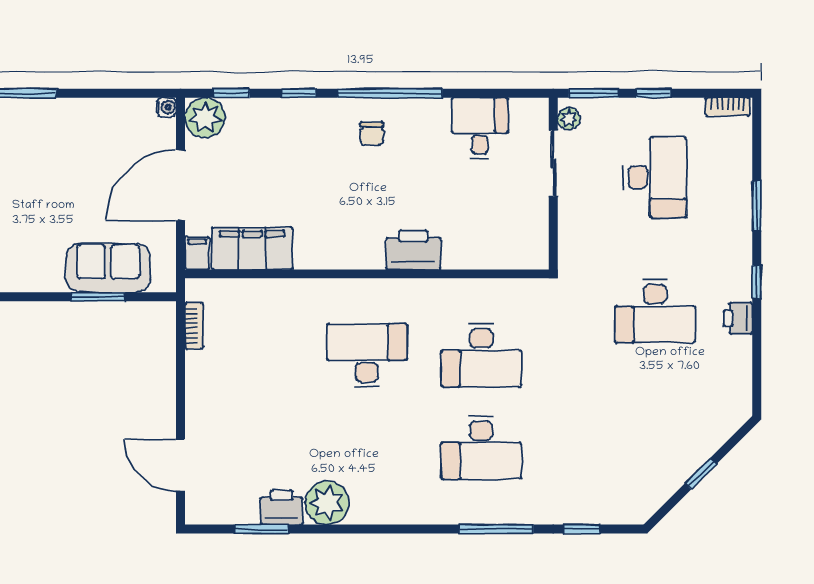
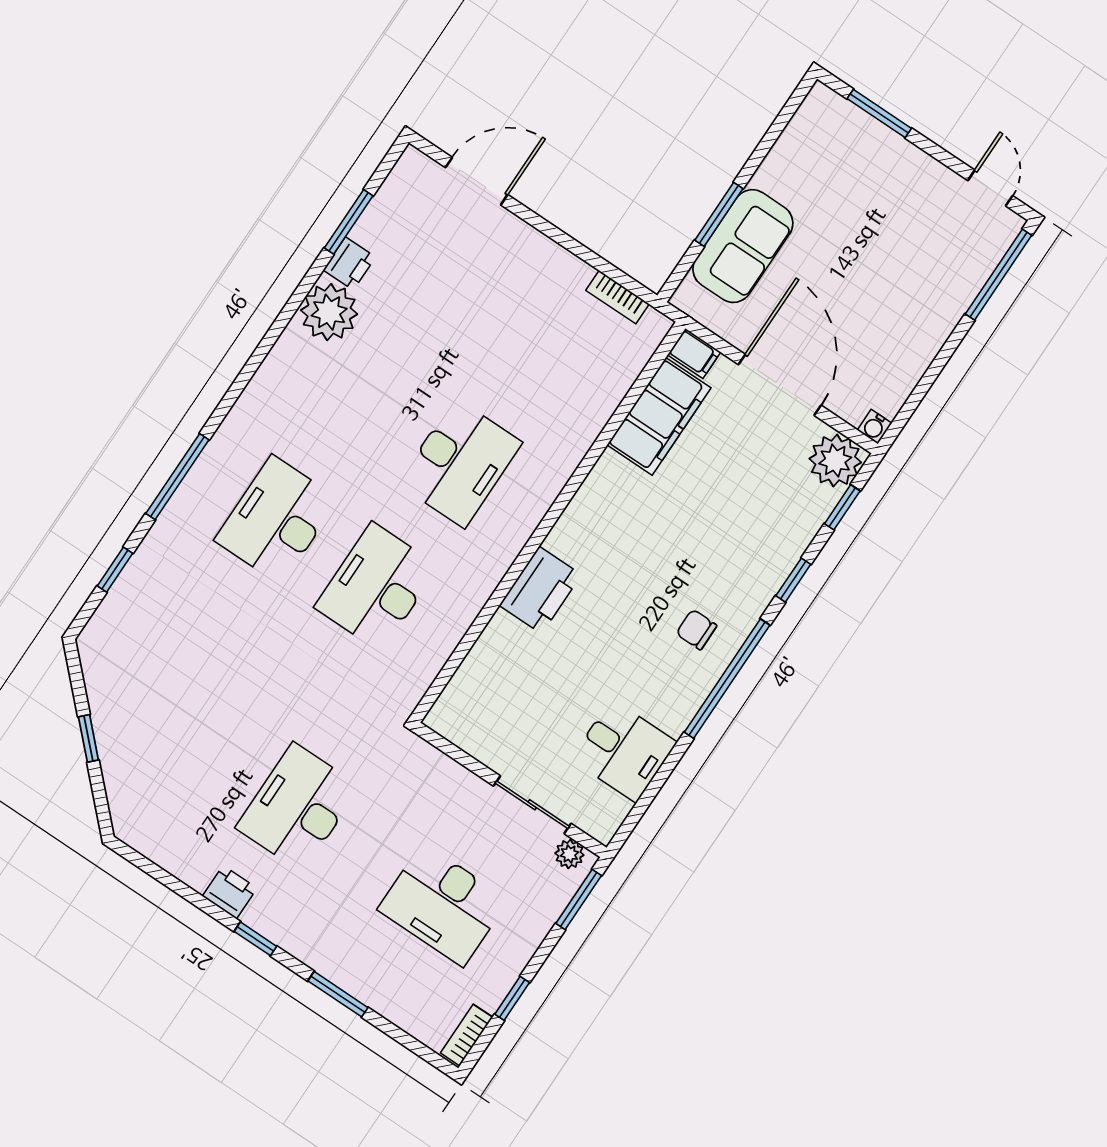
window: (653, 93) -> (512, 998), moved
printer: (282, 507) -> (349, 264), width x0.73, depth x0.81

